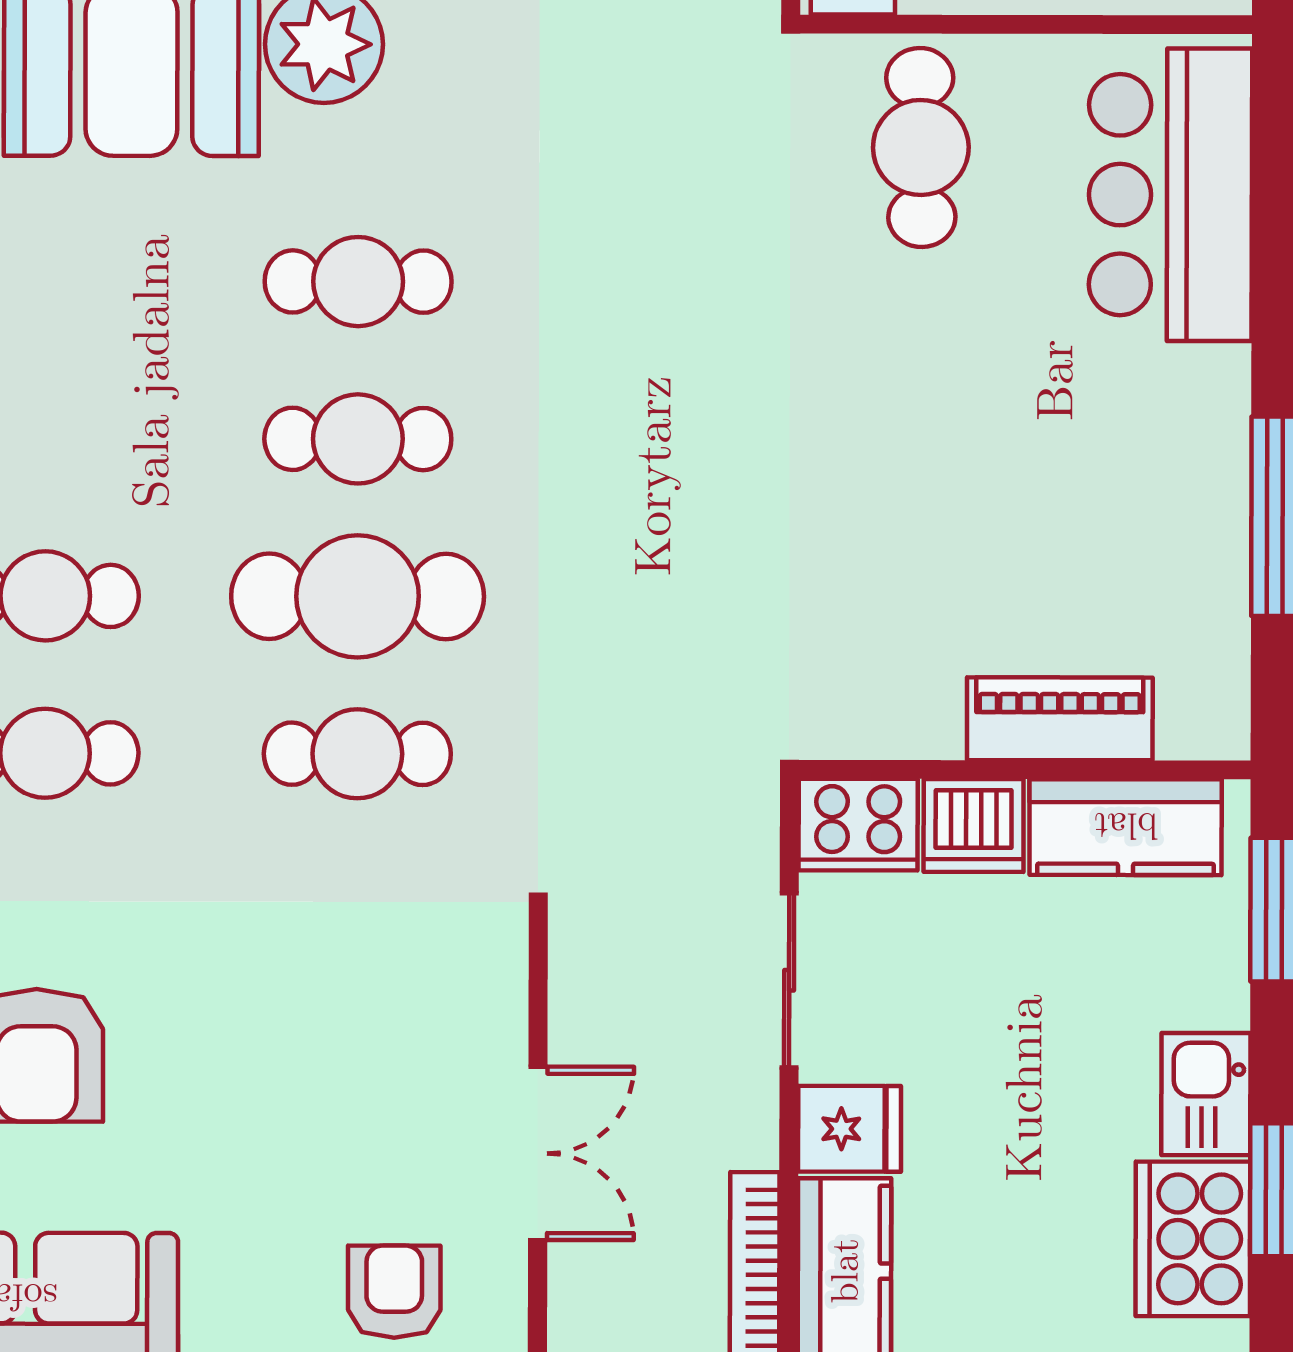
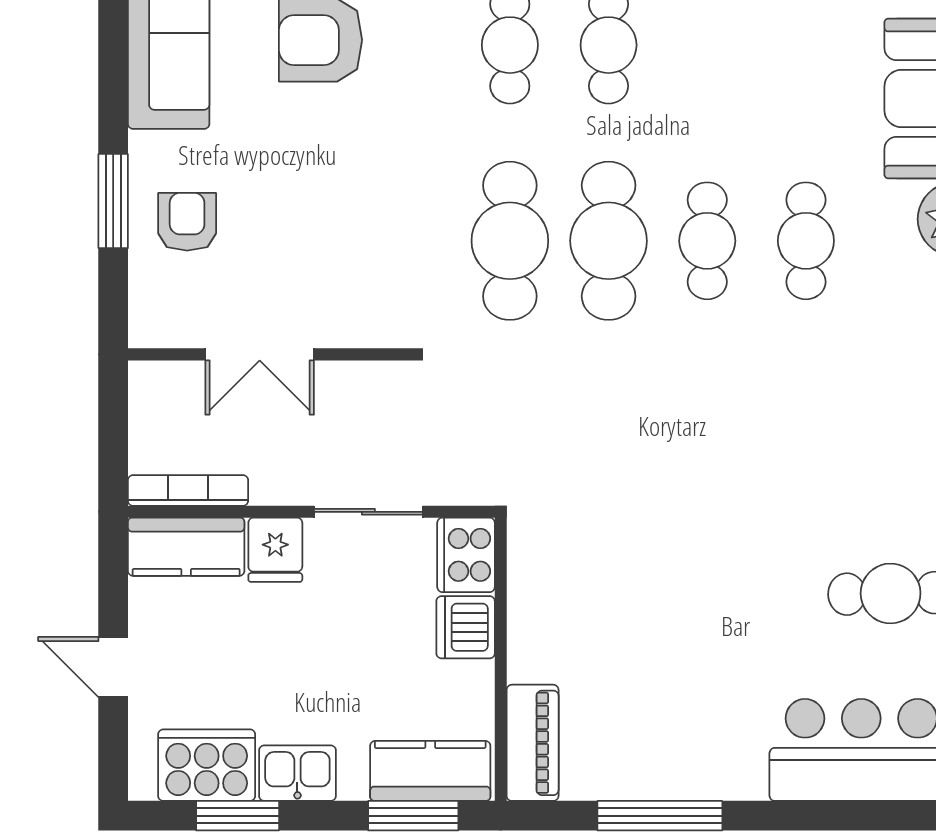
piano: (1060, 719) -> (533, 743), moved
cafe table: (357, 754) -> (510, 241), width x1.37, depth x1.35
kitchen counter: (1126, 827) -> (430, 771), moved, turned 90
armchair: (394, 1292) -> (187, 222), moved, turned -90

